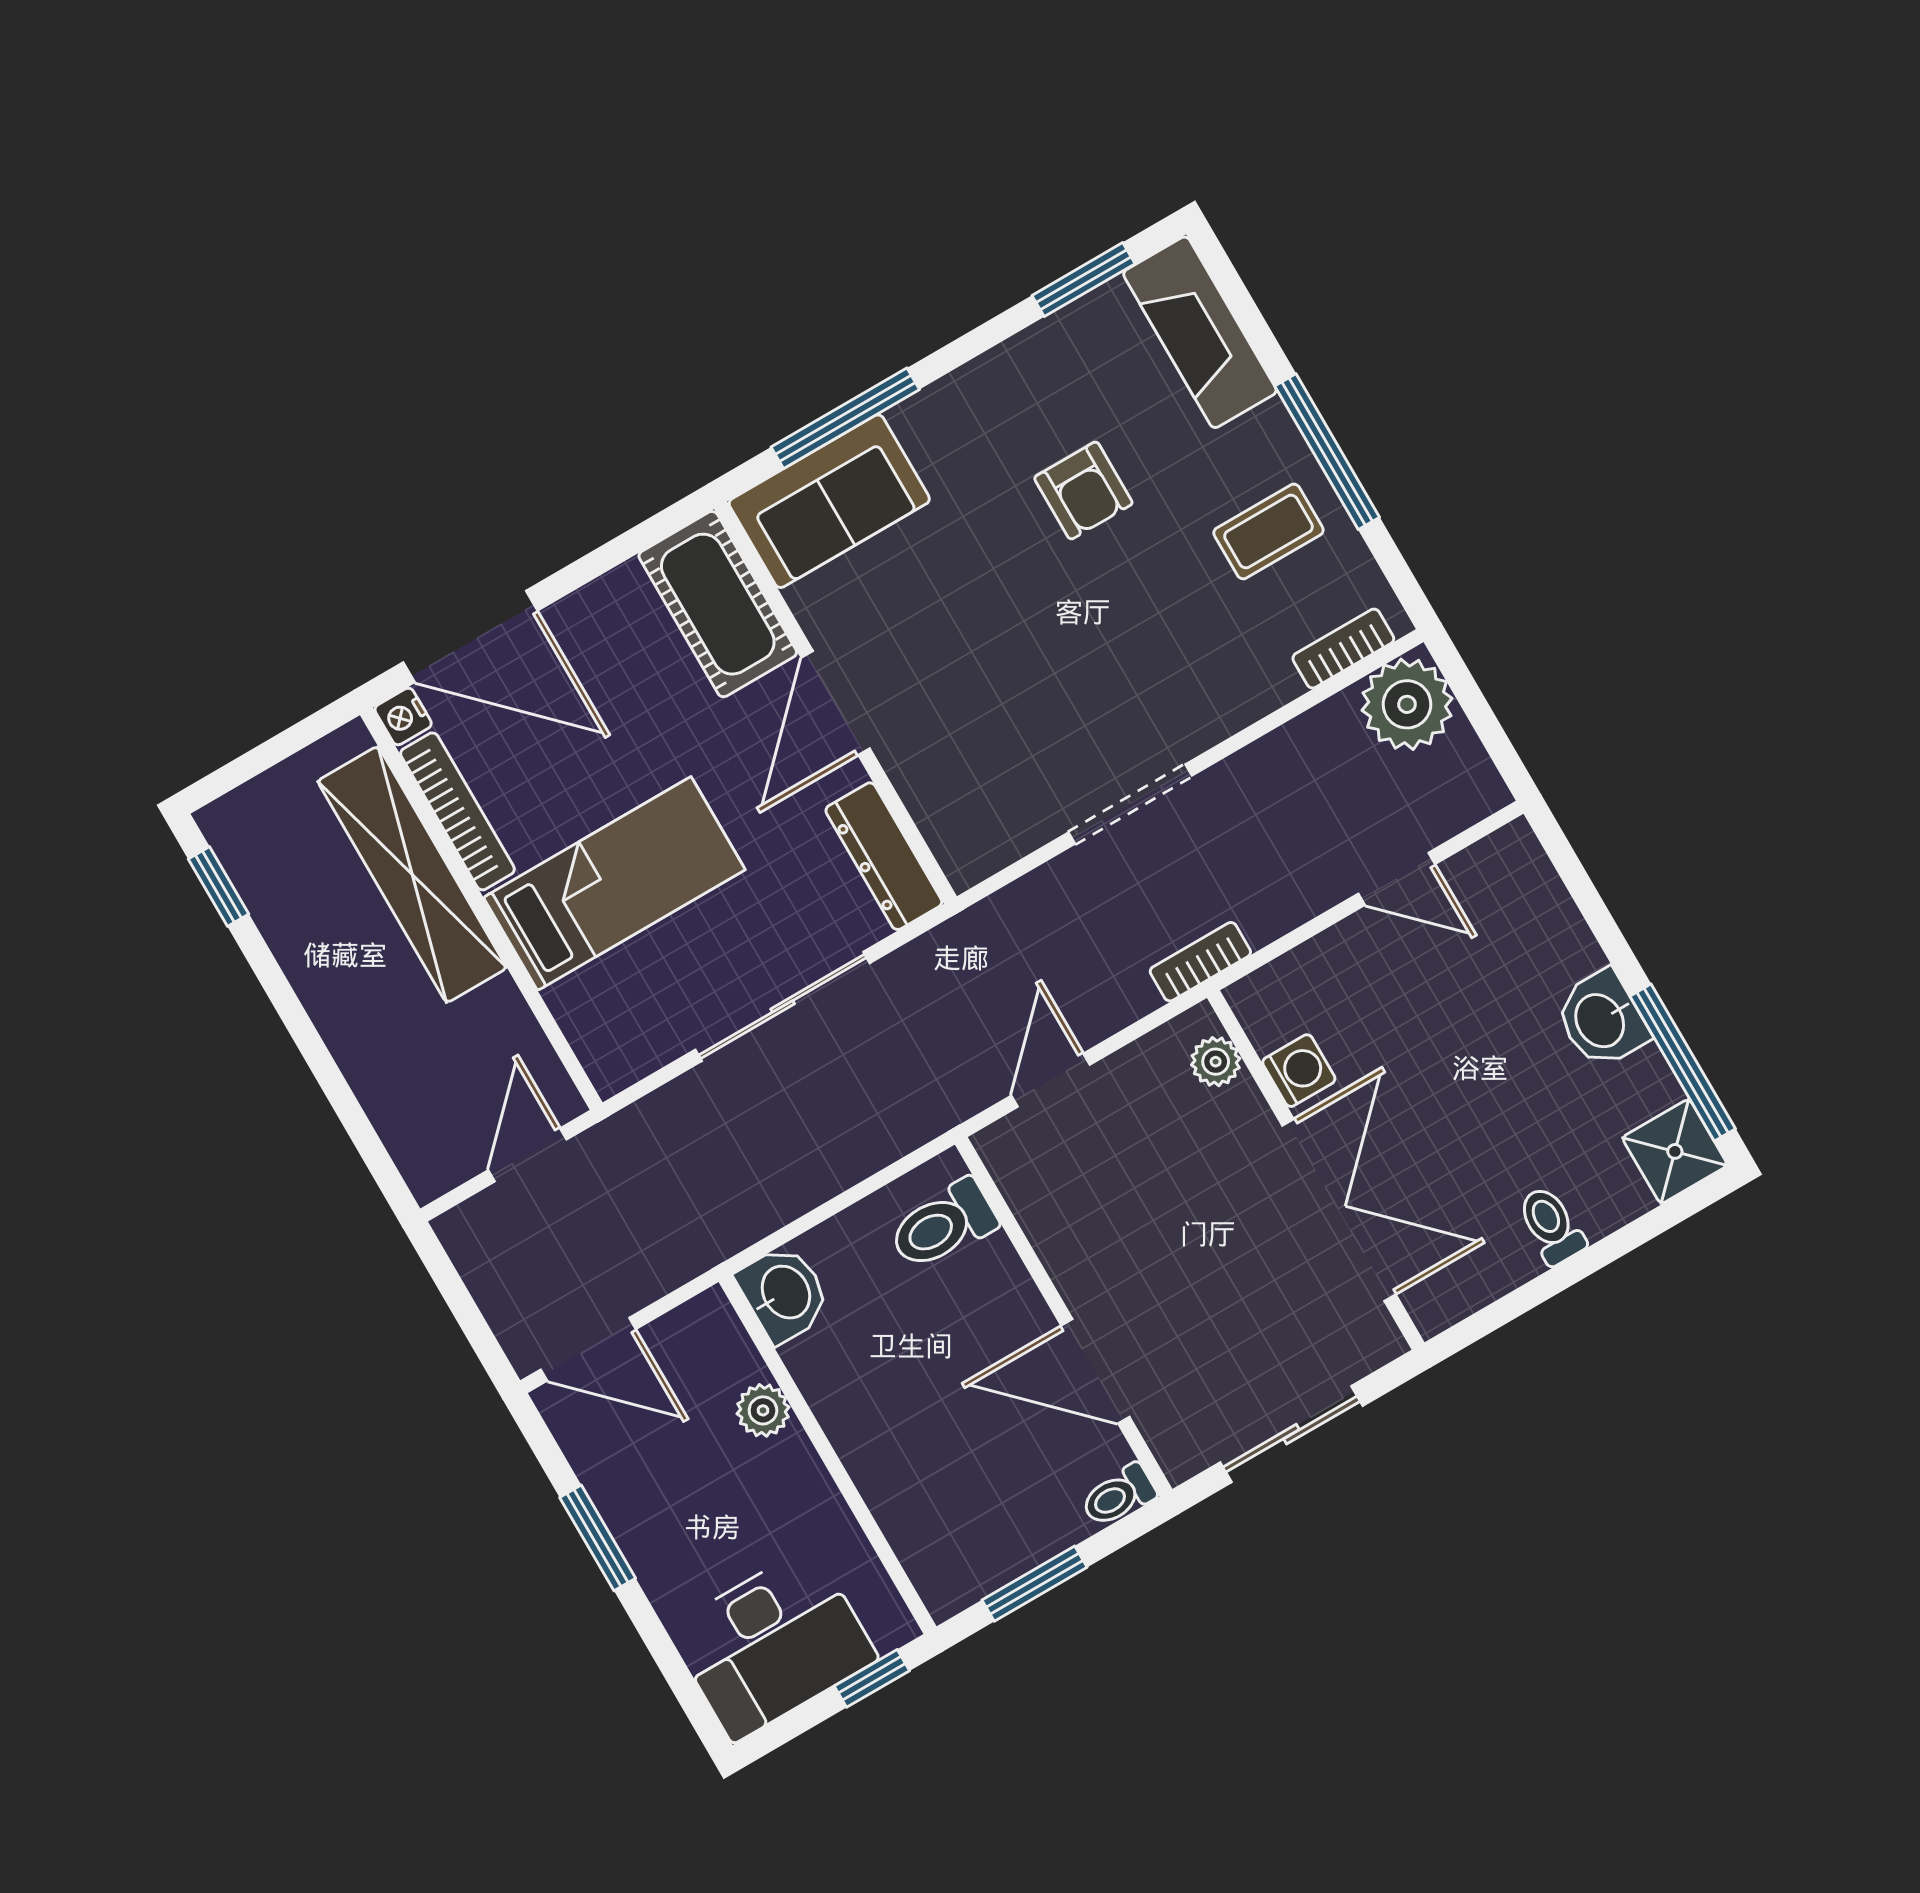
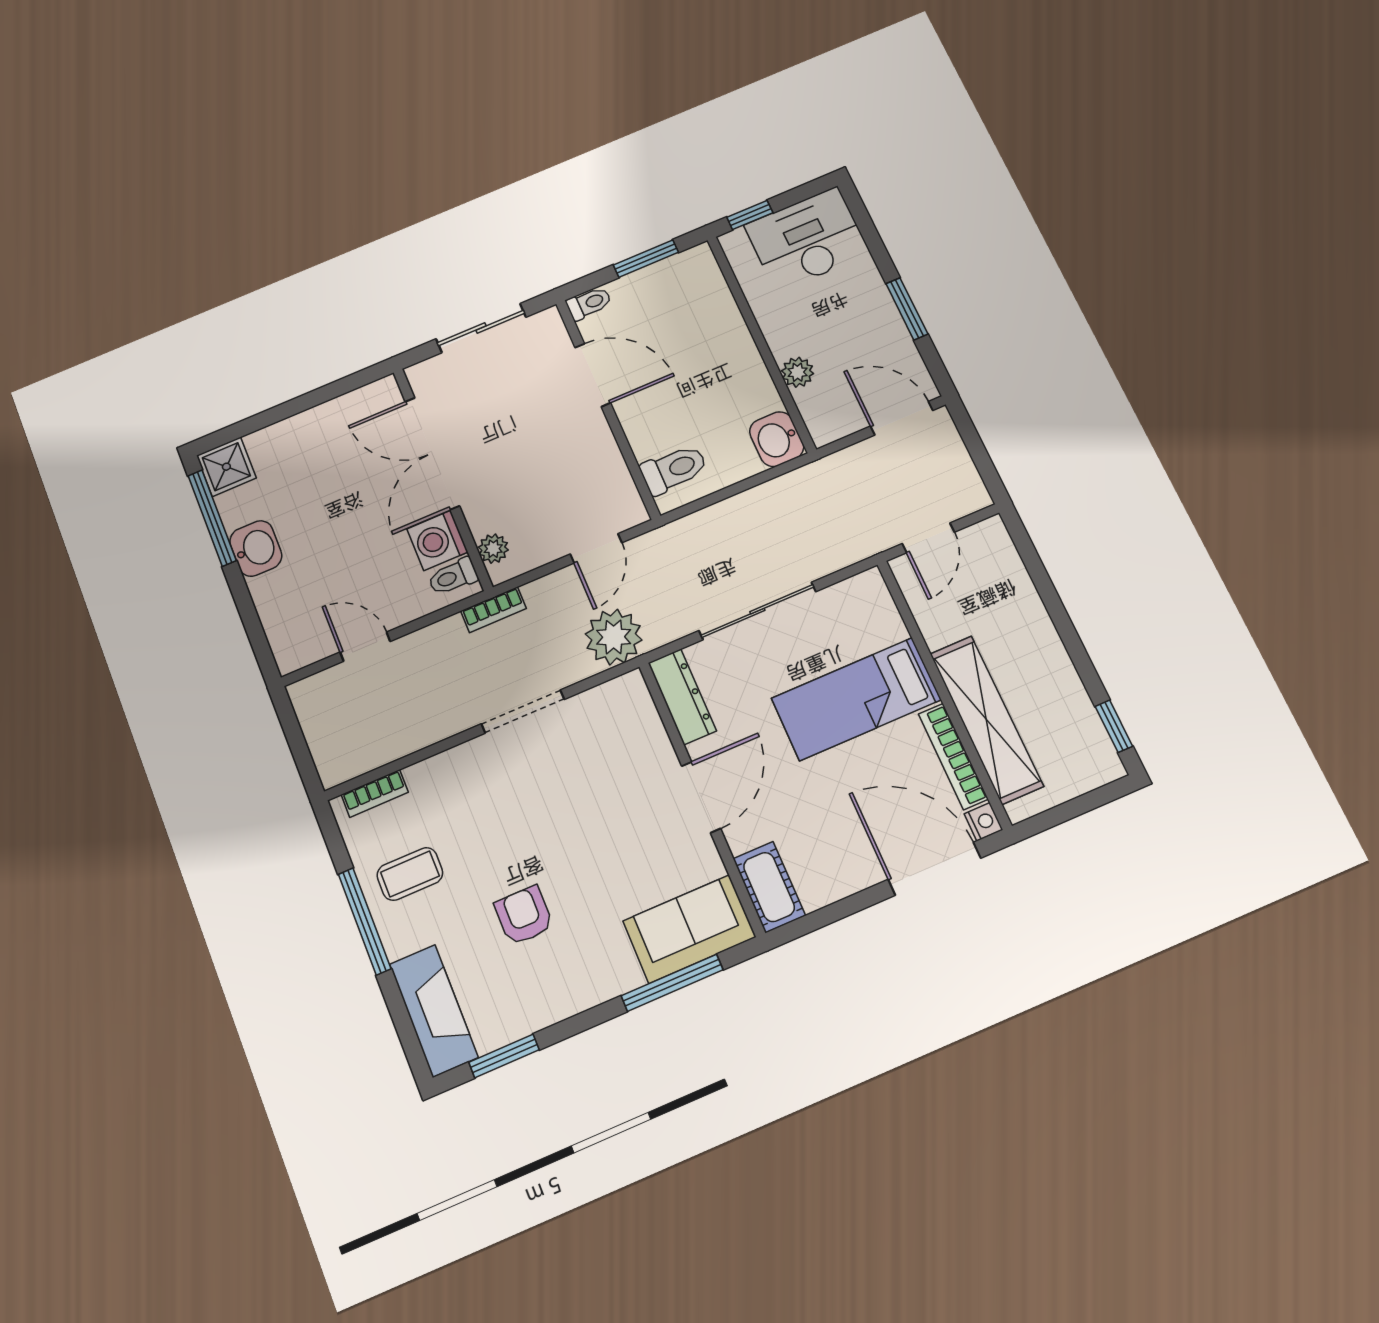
cot: (718, 604) -> (769, 887), width x0.73, depth x0.75
plant: (1407, 704) -> (614, 637), moved
washing machine: (1299, 1071) -> (437, 540), width x1.38, depth x1.38
toilet: (1551, 1225) -> (453, 577), moved, turned 90

